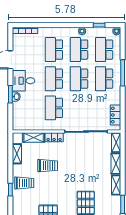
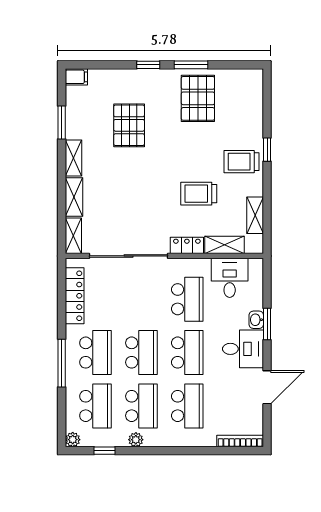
locker: (115, 115) -> (75, 296), width x1.53
desk: (31, 120) -> (230, 278), added

